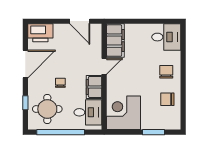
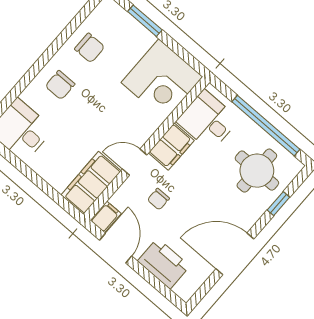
filing cabinet: (96, 31) -> (106, 217), added
printer: (40, 33) -> (164, 264), moved
chair: (60, 83) -> (158, 199), moved

